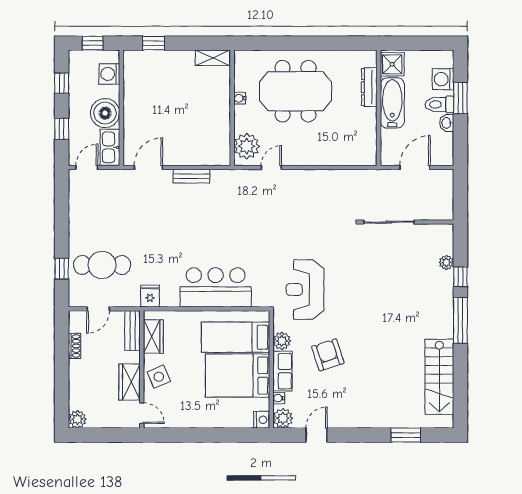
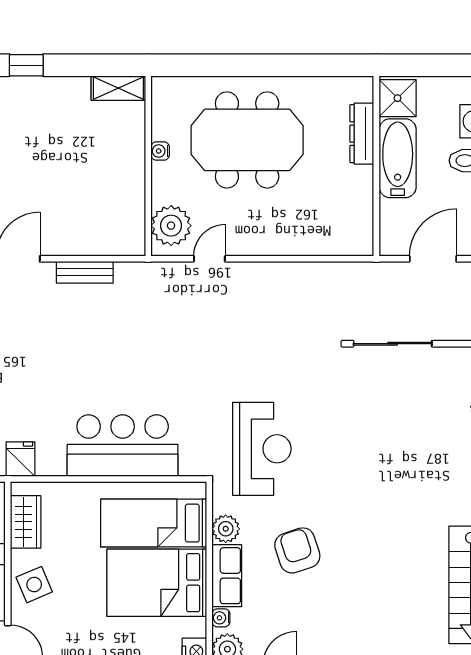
reception desk: (305, 290) -> (262, 449), turned 180

